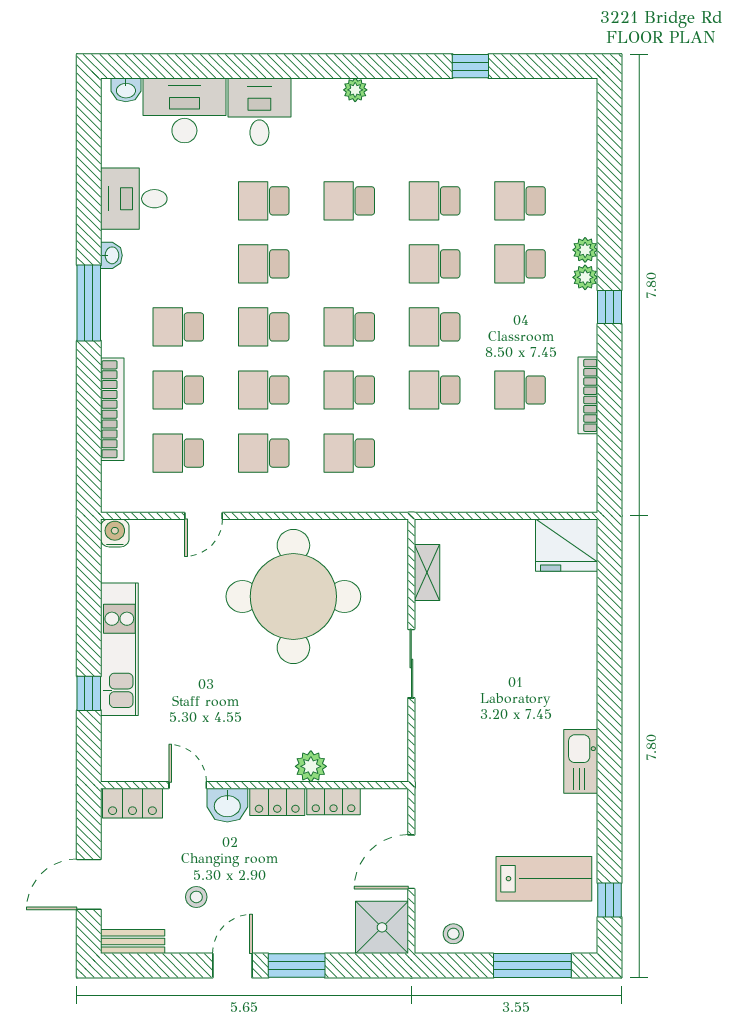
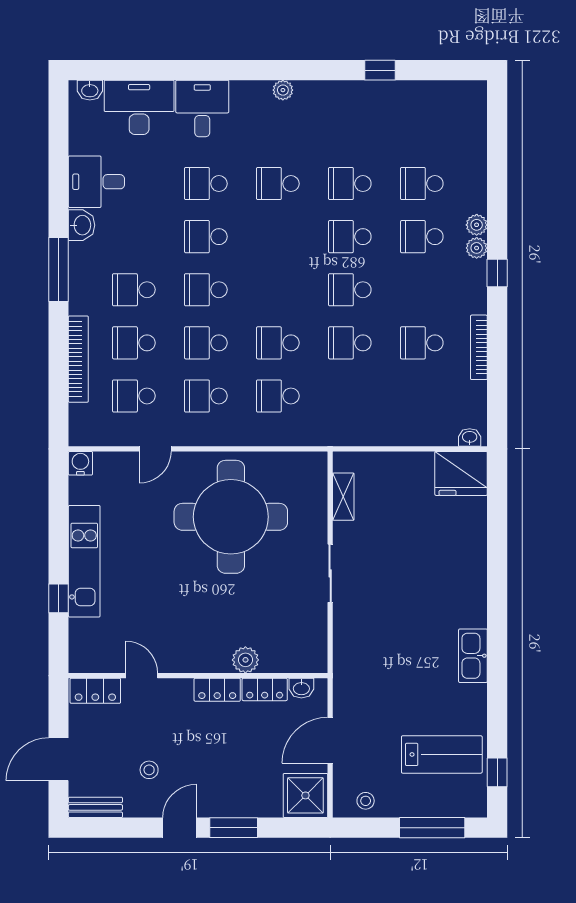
washbasin: (111, 255) -> (82, 225), width x1.38, depth x1.45
school desk: (349, 327) -> (278, 290), removed
washbasin: (577, 502) -> (470, 437), added
washbasin: (227, 805) -> (301, 688), moved, width x0.72, depth x0.69

